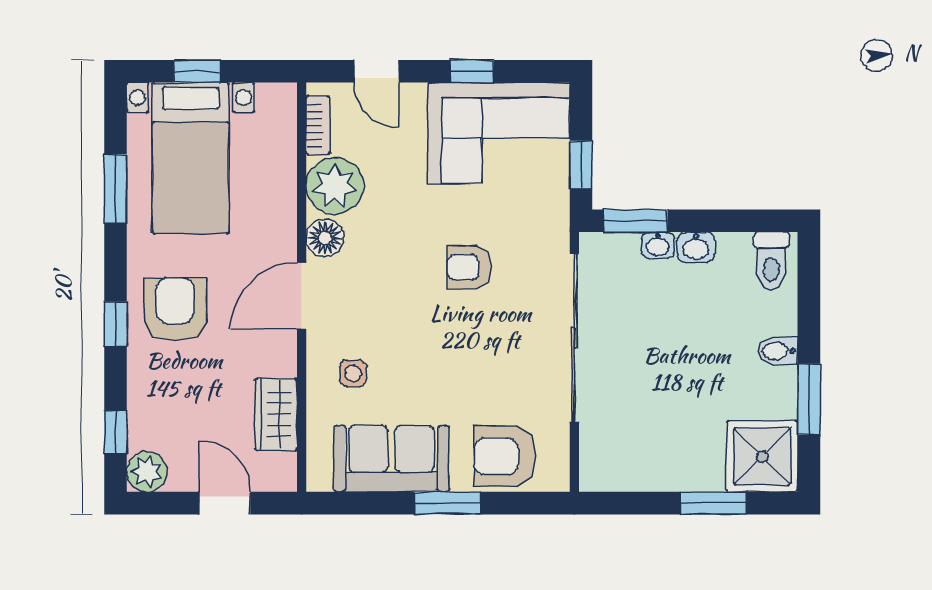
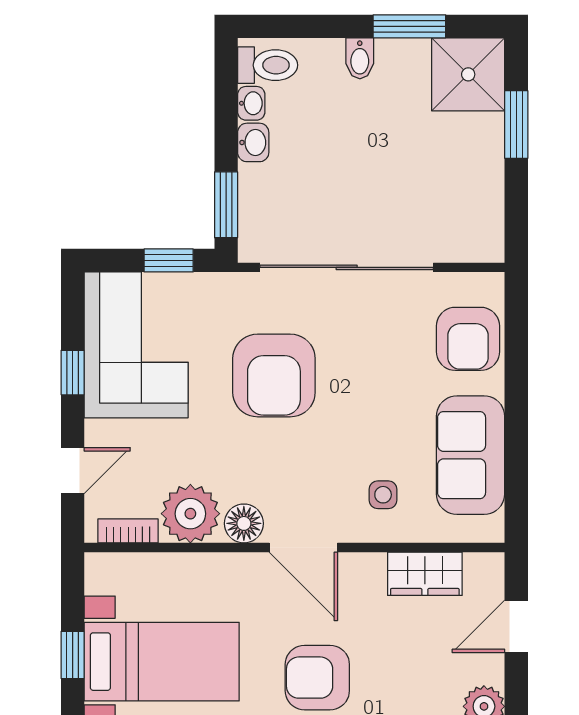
washbasin: (658, 245) -> (251, 103), moved
armchair: (469, 267) -> (274, 375), width x1.88, depth x1.88
window: (448, 503) -> (516, 397), removed

